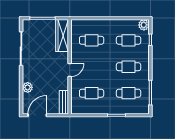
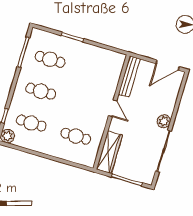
door: (70, 70) -> (113, 108), swing flipped
plant: (28, 87) -> (164, 121), moved
cafe table: (92, 93) -> (94, 72), removed
bench: (64, 102) -> (129, 76), width x1.36

